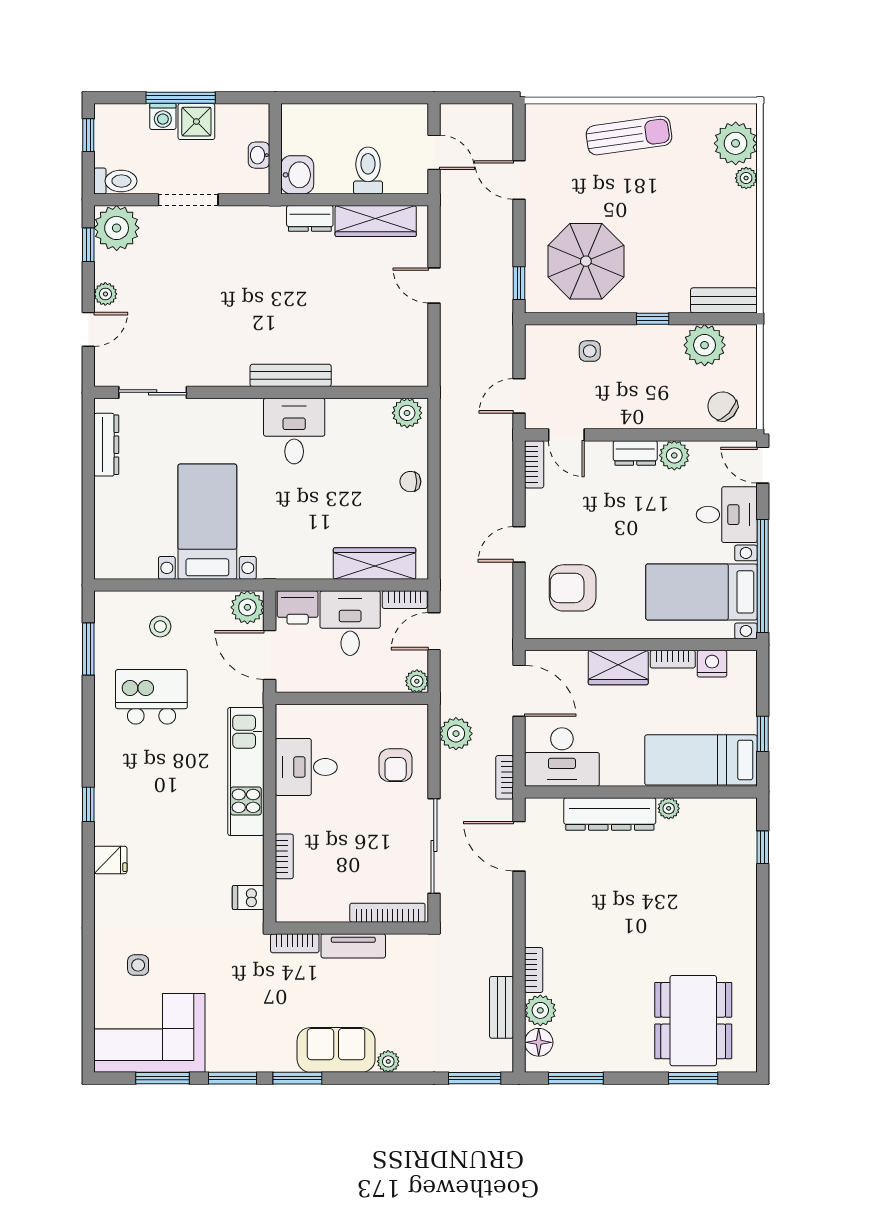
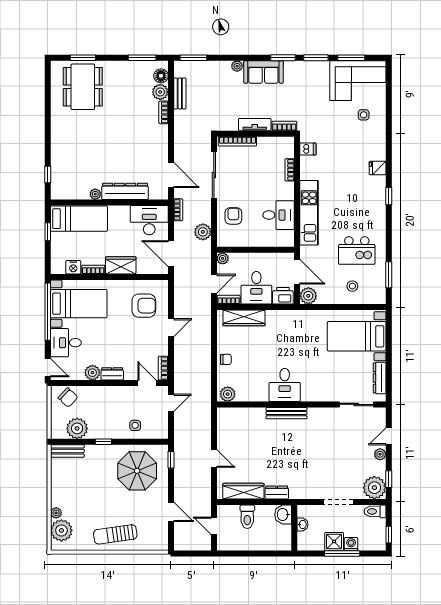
bed with nightstands: (207, 522) -> (357, 336), moved, turned 90

